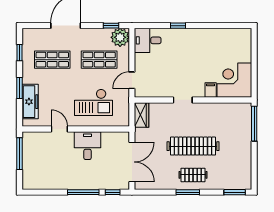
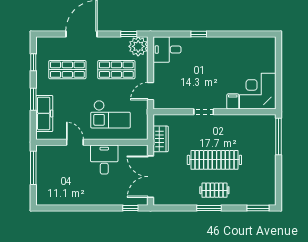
wardrobe: (142, 115) -> (161, 139), moved
double door: (132, 162) -> (151, 177), swing flipped
window: (83, 192) -> (100, 208), removed

